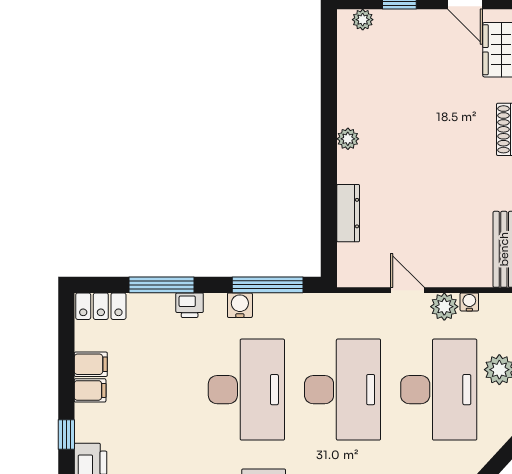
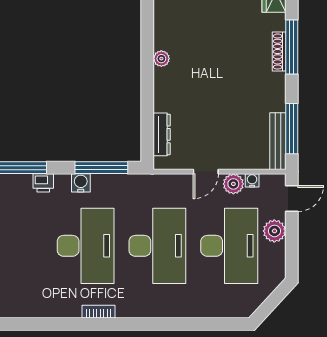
dresser: (348, 213) -> (162, 134), moved
door: (407, 290) -> (206, 172), swing flipped

